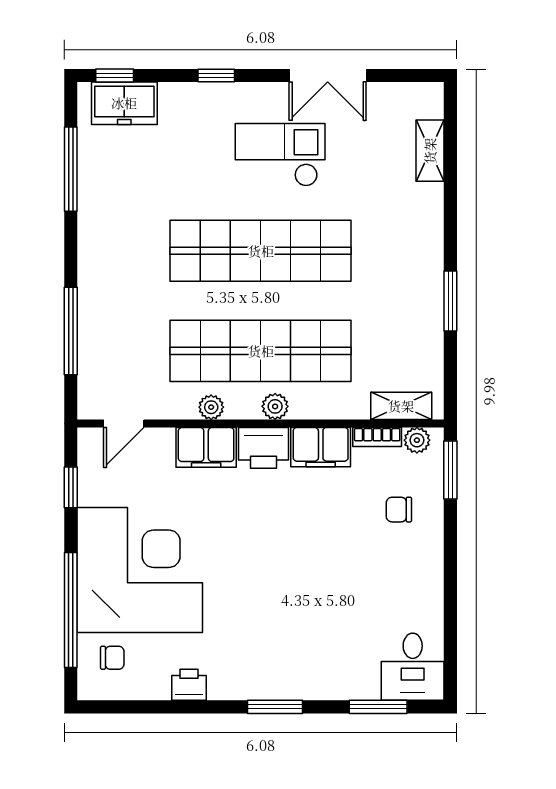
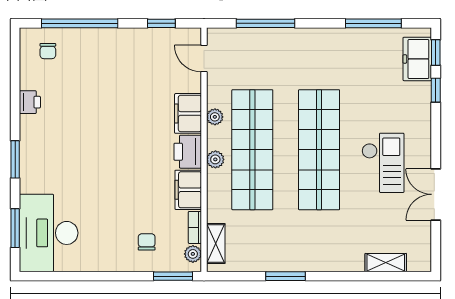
window: (216, 75) -> (436, 90), moved
corner desk: (140, 570) -> (106, 69), removed
desk: (413, 667) -> (49, 233), width x1.87, depth x1.30

